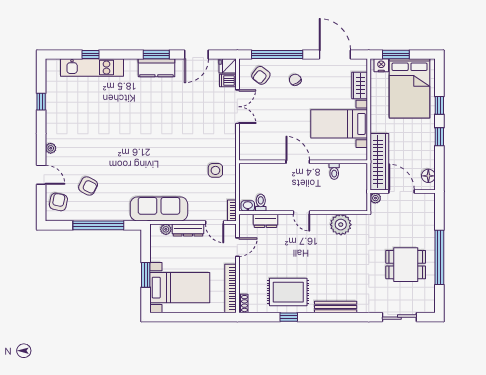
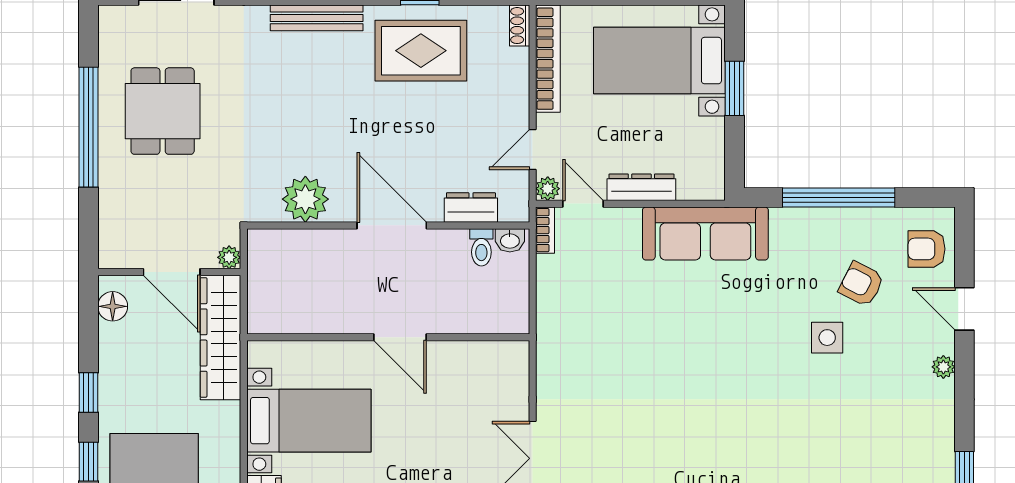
side table: (215, 170) -> (827, 338), moved
toilet: (334, 171) -> (320, 316), removed
armchair: (58, 202) -> (927, 249), turned 79
door: (301, 213) -> (392, 225), width x1.87
plant: (166, 229) -> (548, 189), moved
dining table: (406, 265) -> (163, 111), turned 90

